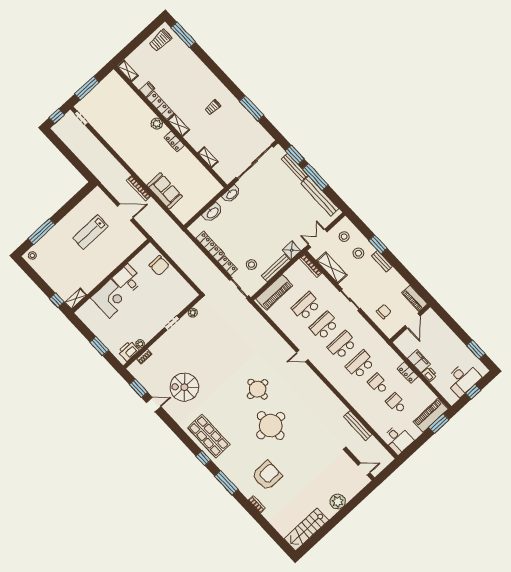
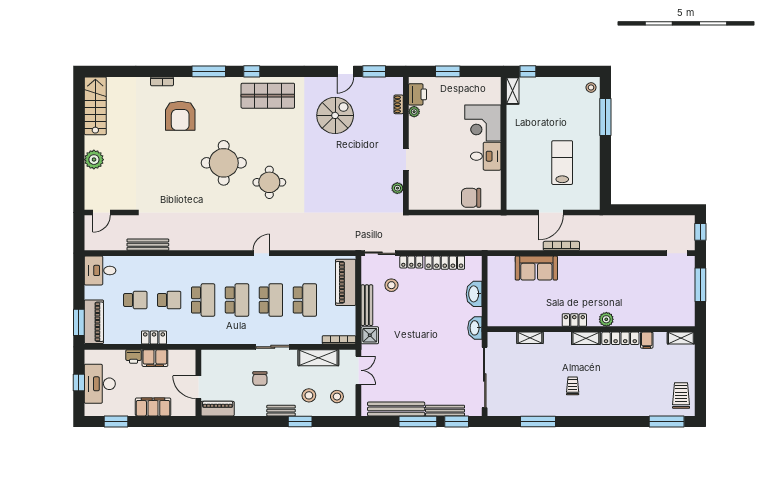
chair: (384, 312) -> (260, 378), moved
filing cabinet: (448, 336) -> (153, 407), added

